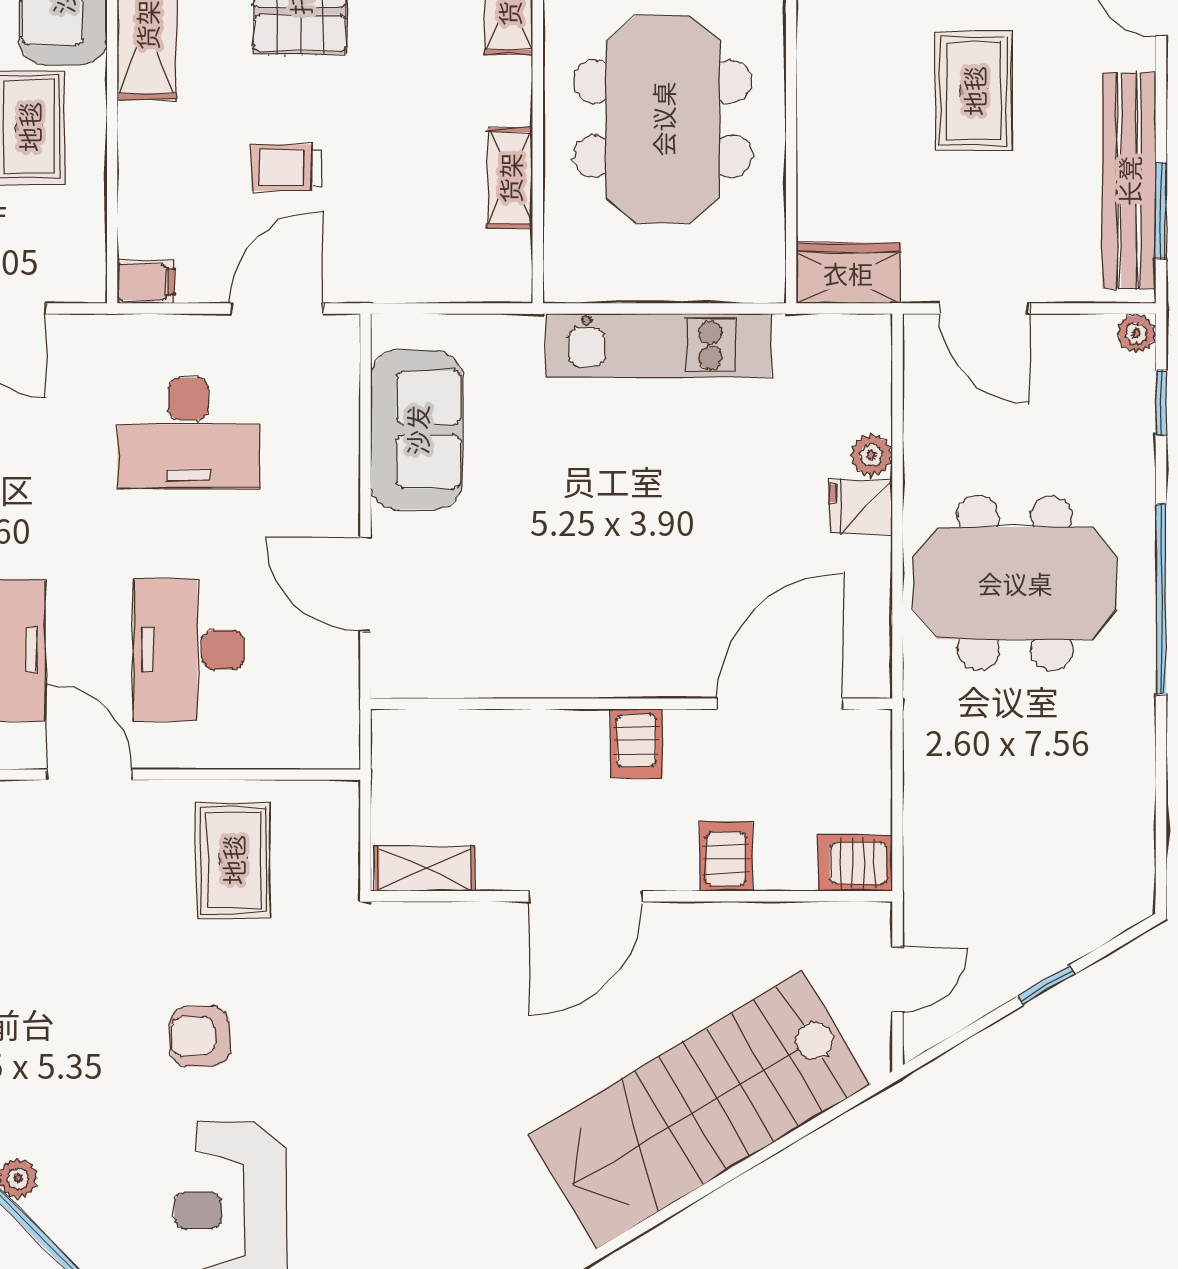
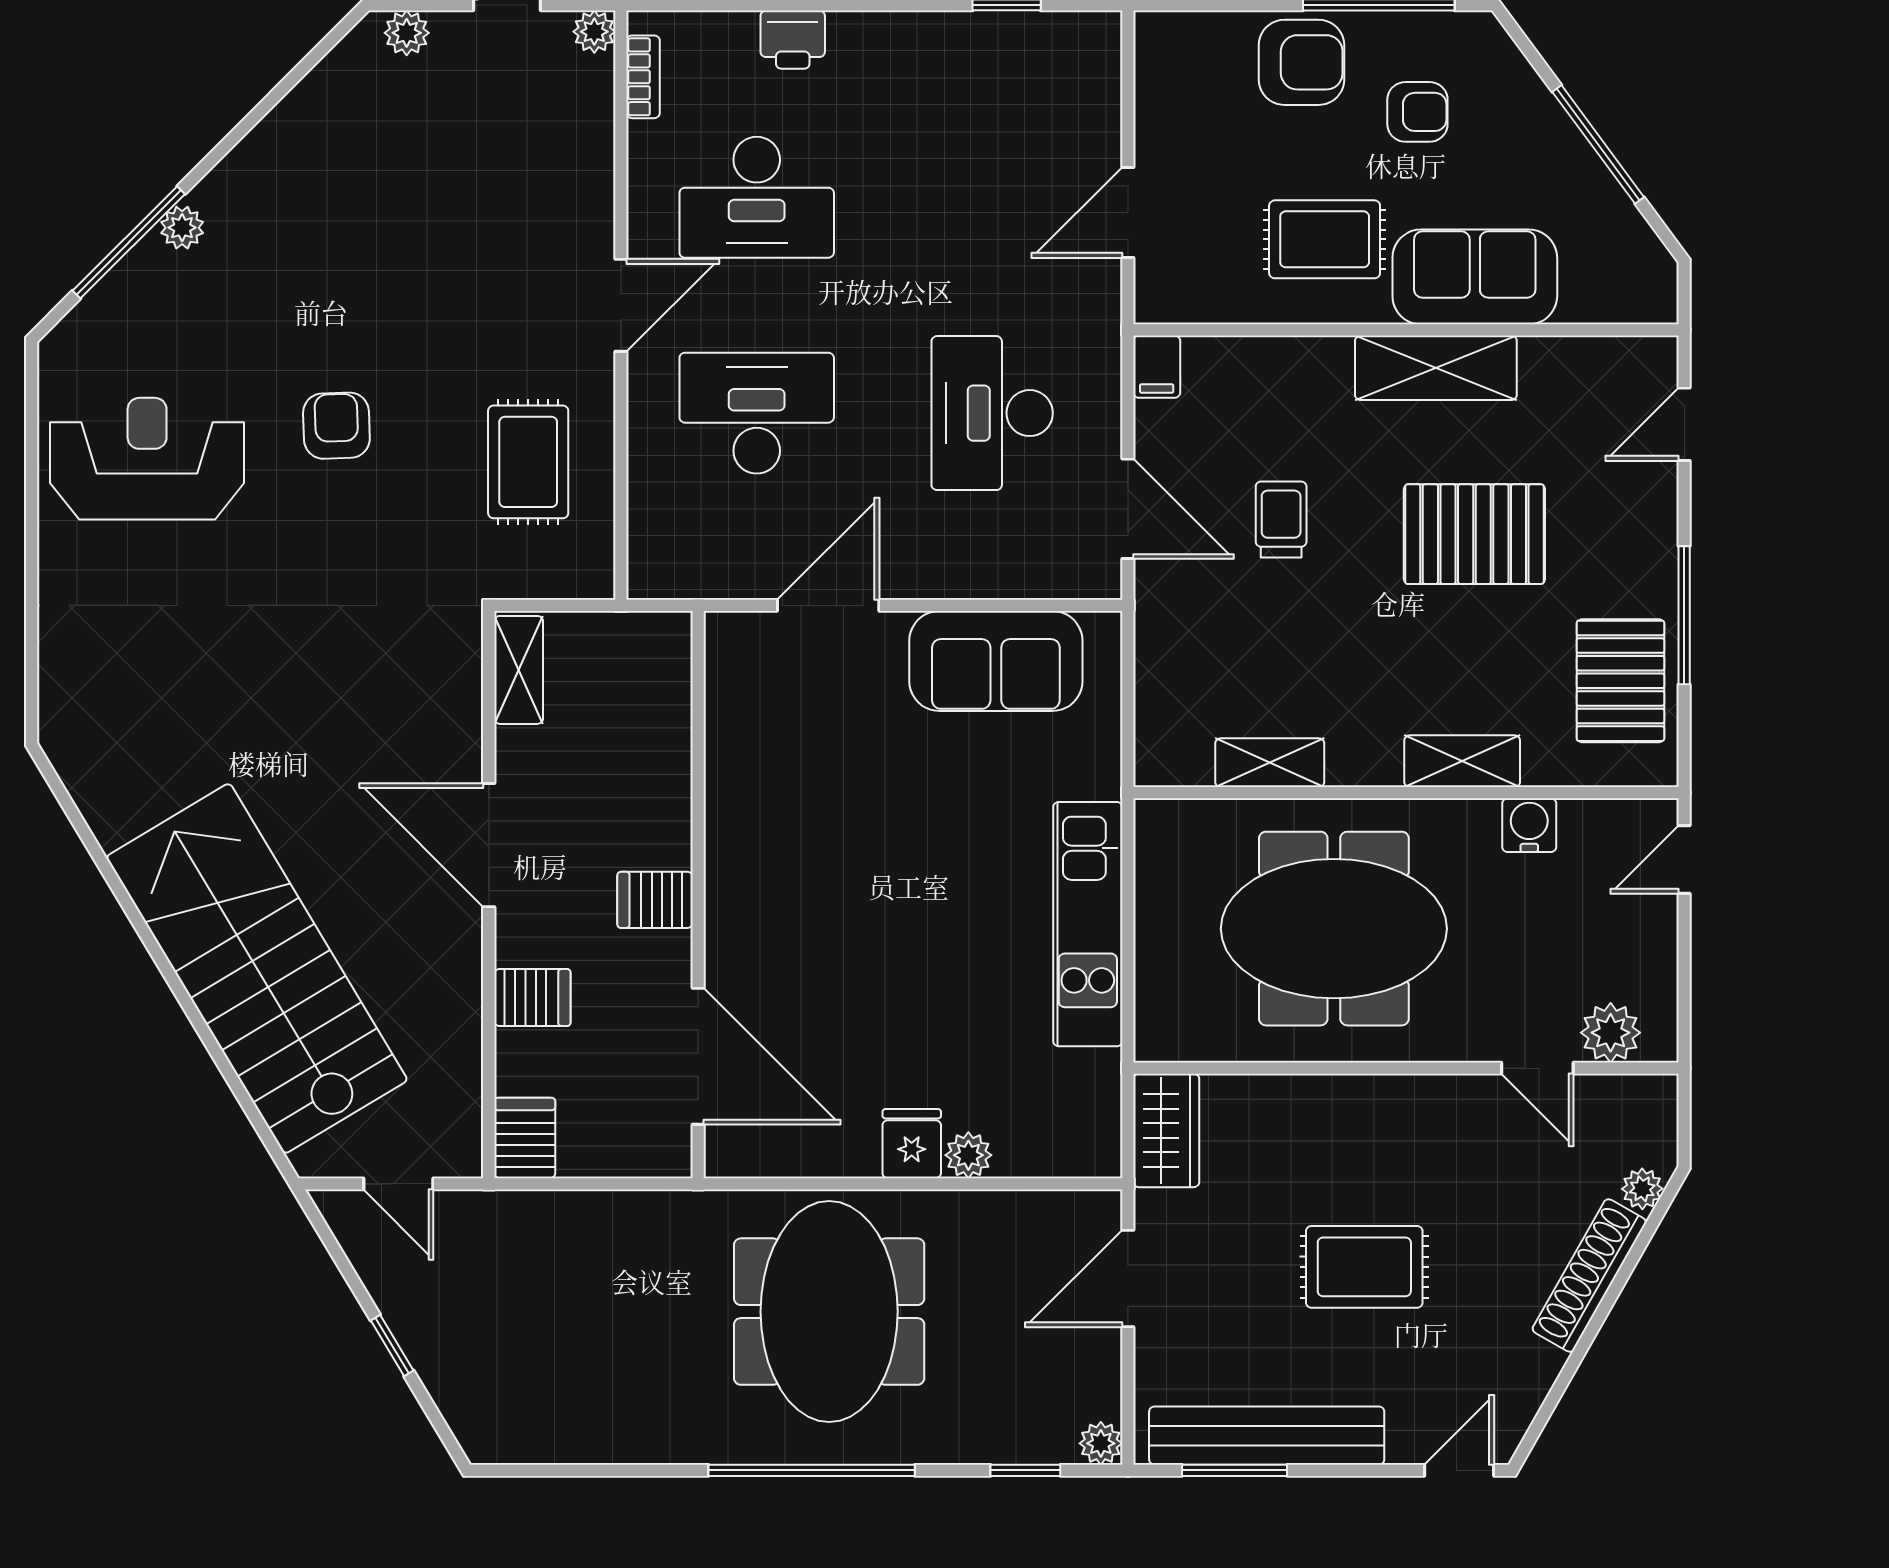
rug: (233, 860) -> (528, 462), turned 90

